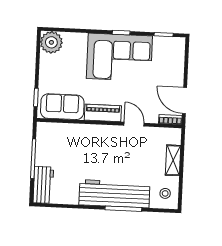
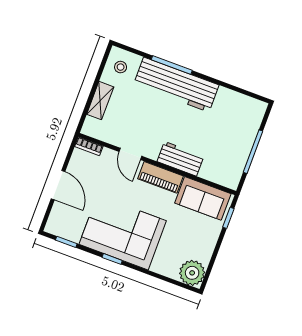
door: (185, 100) -> (58, 185), moved
workbench: (43, 185) -> (180, 159), moved, turned 90

